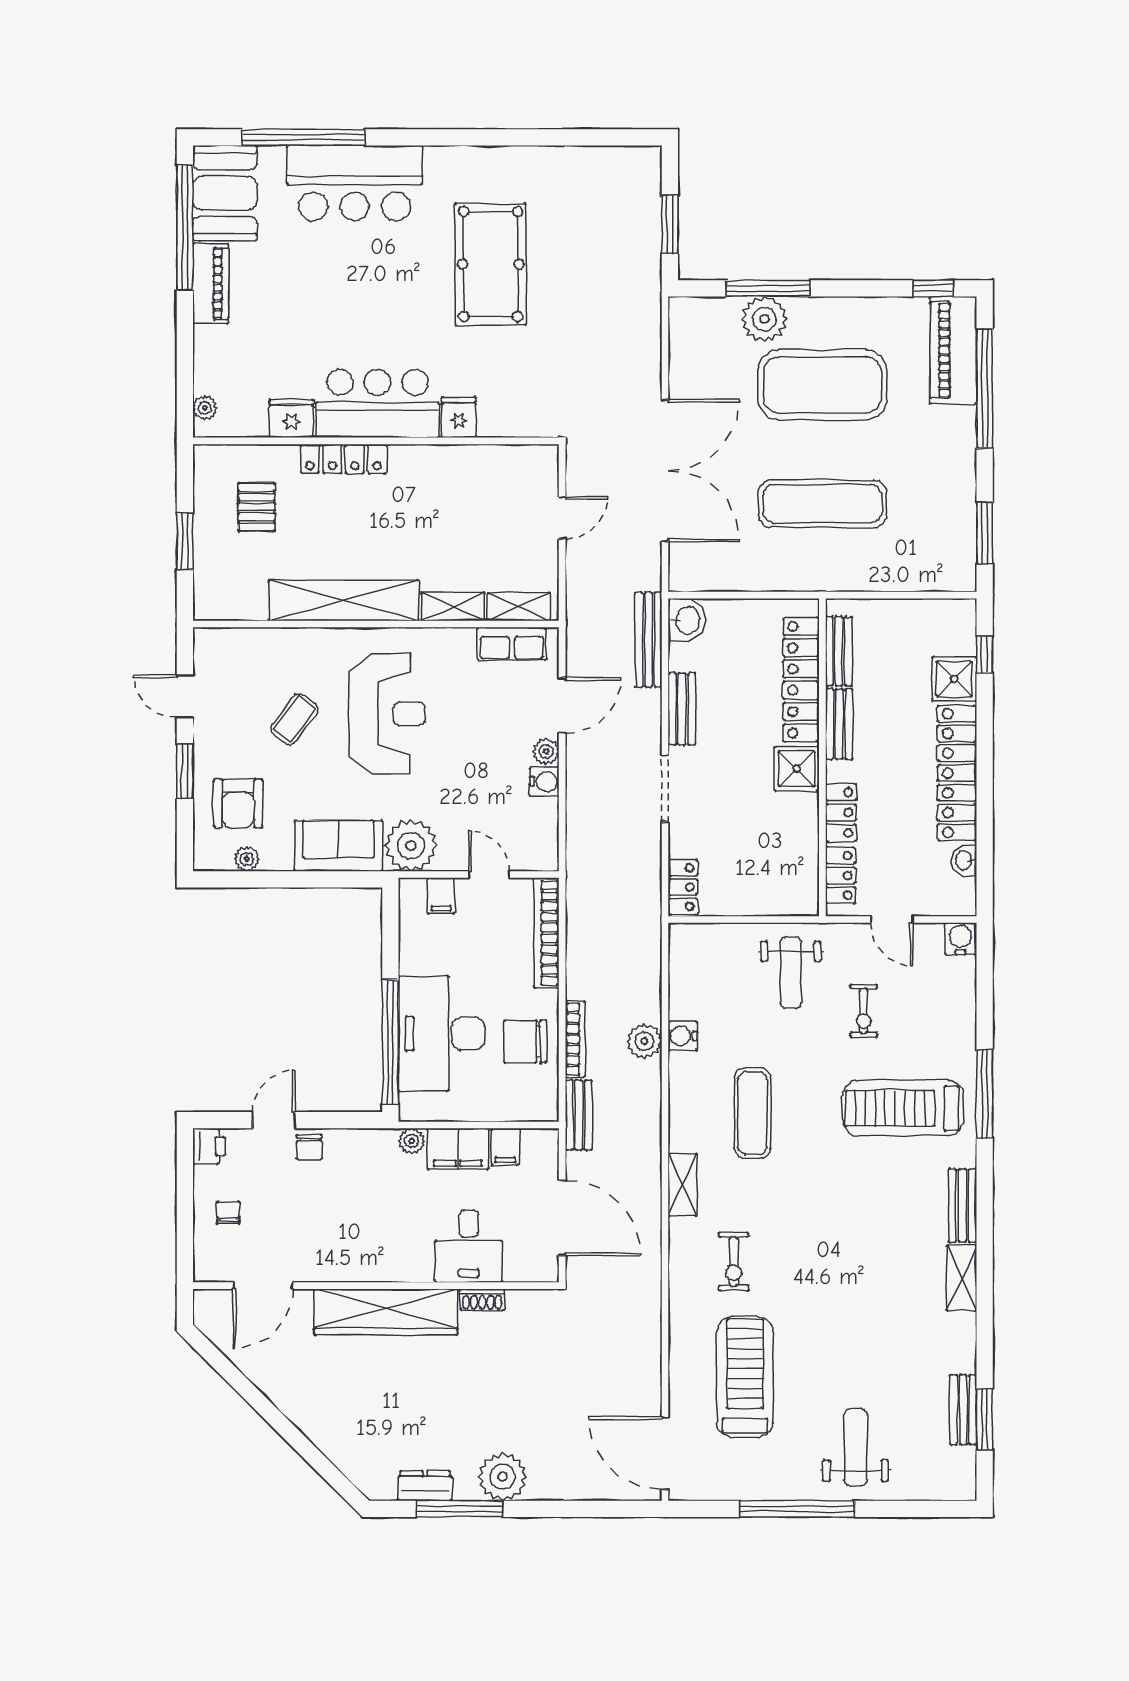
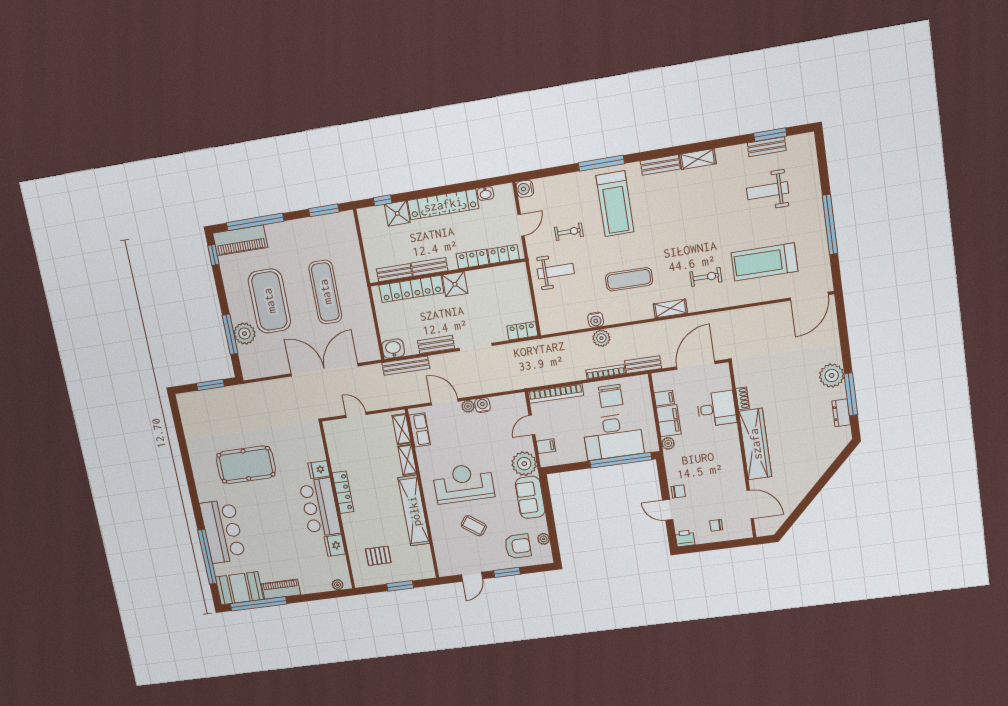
locker: (344, 459) -> (343, 492), moved
weight bench: (856, 1447) -> (768, 191), moved

